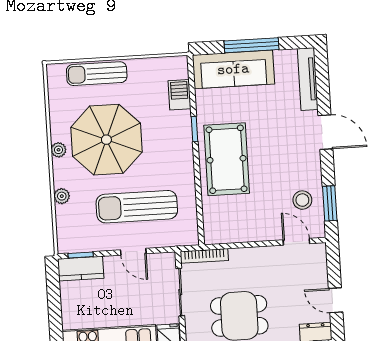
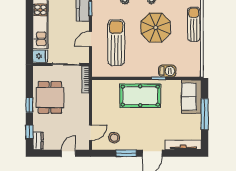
sofa: (233, 69) -> (191, 97), width x0.73
barbecue: (179, 95) -> (167, 71), moved
parasol: (106, 140) -> (156, 28), width x0.73, depth x0.73
window: (330, 203) -> (126, 153), moved
door: (336, 300) -> (68, 153), moved

